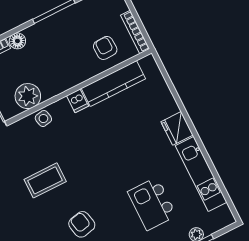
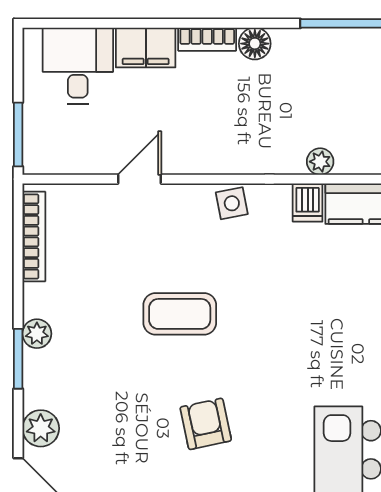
plant: (28, 96) -> (320, 162), moved, width x0.53, depth x0.53

